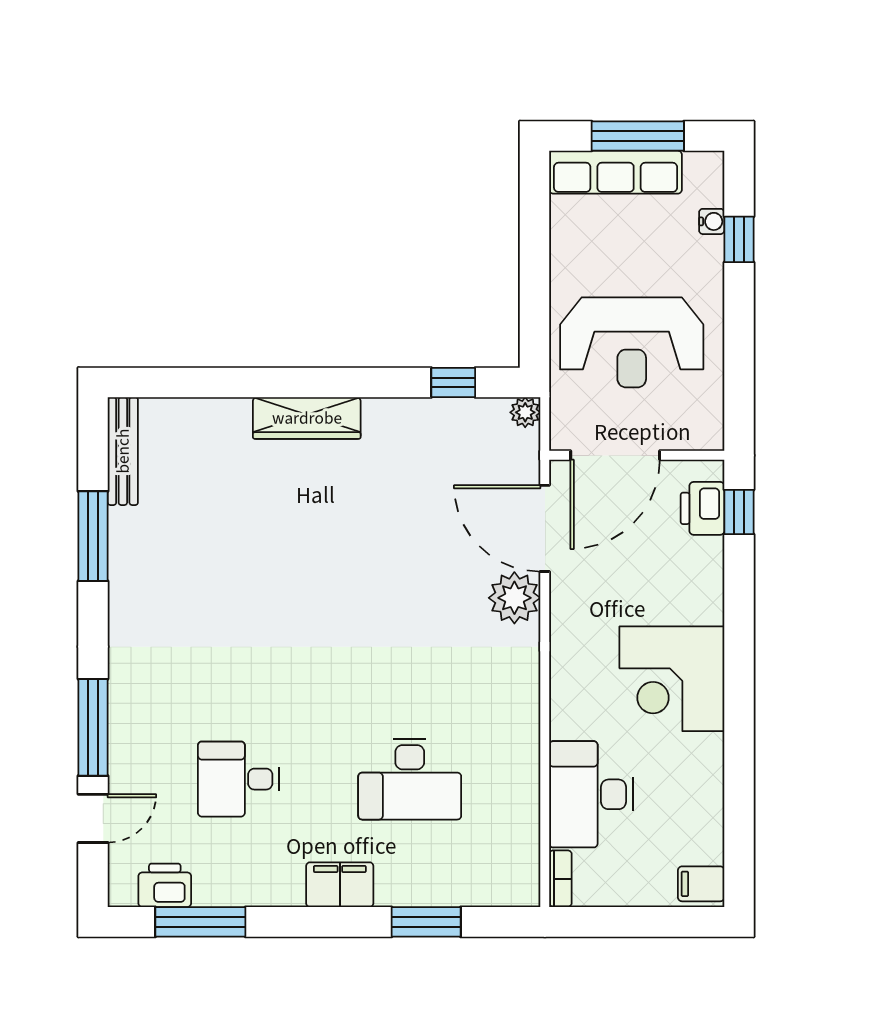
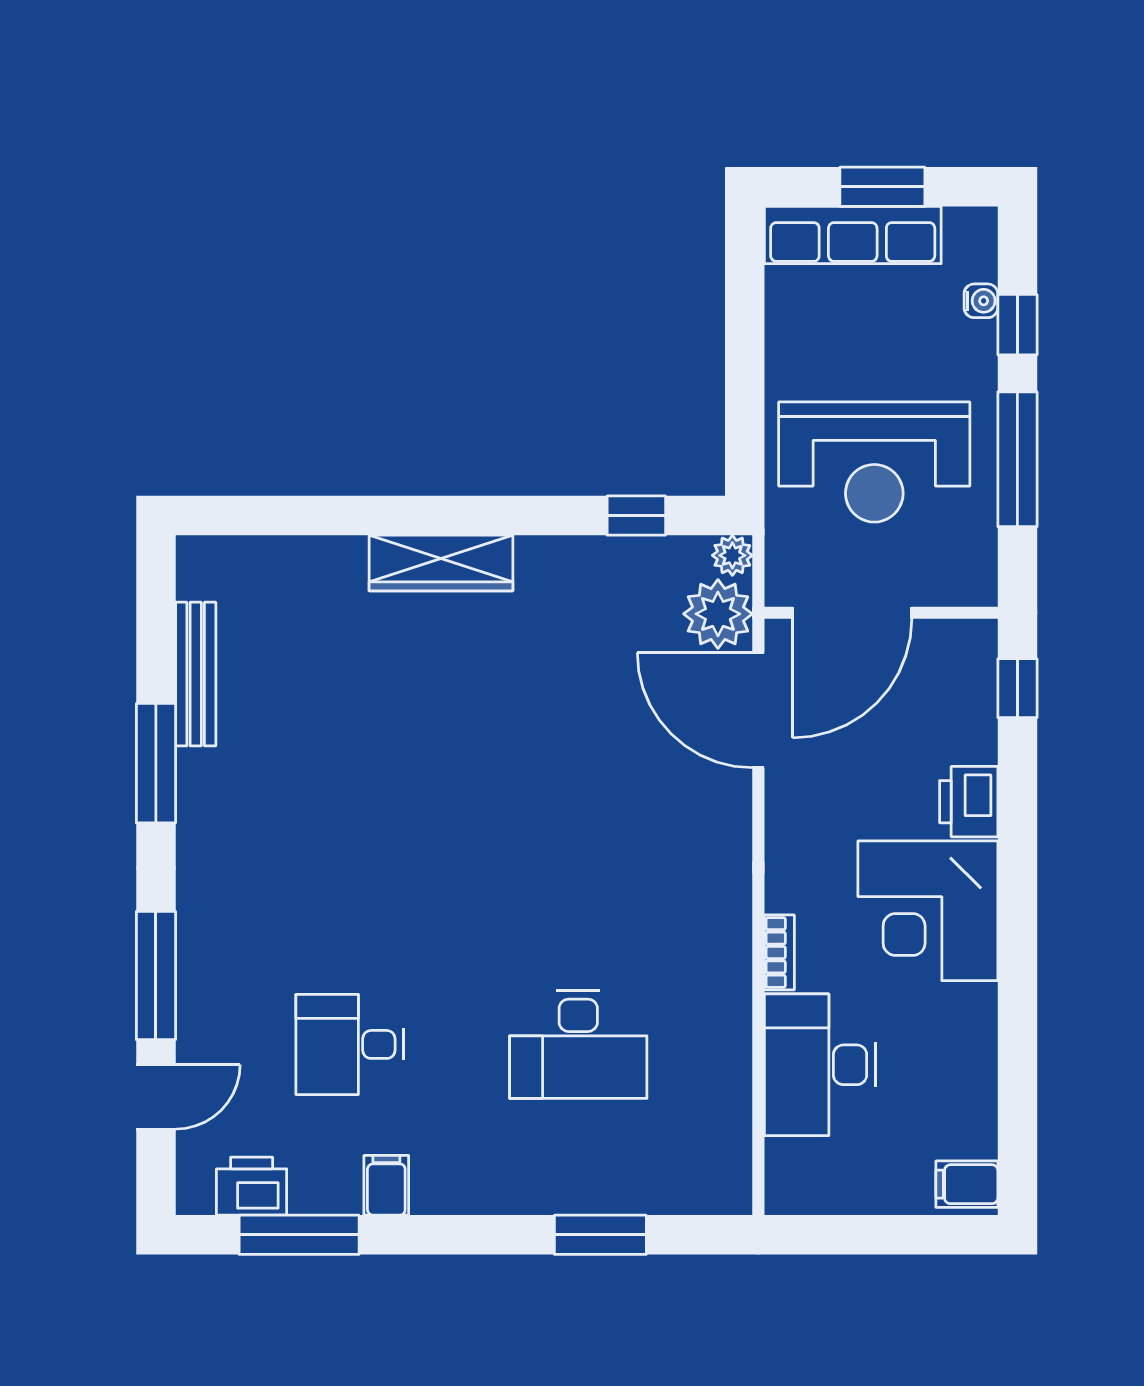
window: (638, 136) -> (882, 187), width x0.69
window: (739, 340) -> (1017, 459), added
bench: (123, 451) -> (196, 674), moved
printer: (702, 508) -> (969, 802), moved
window: (93, 536) -> (156, 763), moved
plant: (514, 598) -> (718, 614), moved
bookcase: (560, 879) -> (779, 952), moved
filing cabinet: (340, 885) -> (386, 1185), moved, width x0.50

